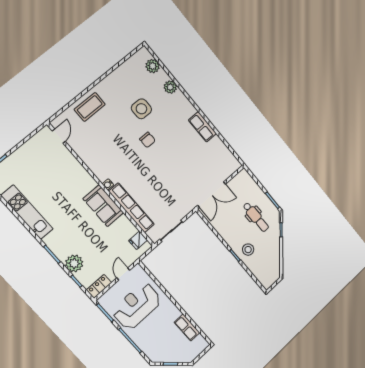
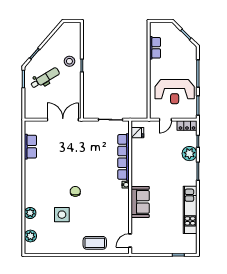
row of seats: (202, 127) -> (30, 147), moved
sofa: (103, 206) -> (140, 202), moved
dental chair: (256, 217) -> (45, 78), turned 59

